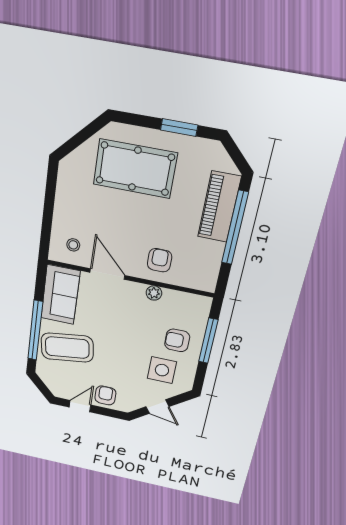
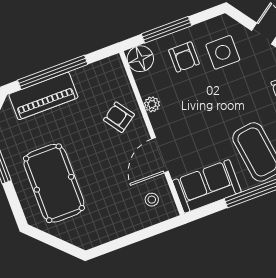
armchair: (160, 260) -> (119, 117), turned 55
floor lamp: (198, 307) -> (140, 59), added

